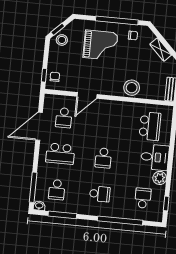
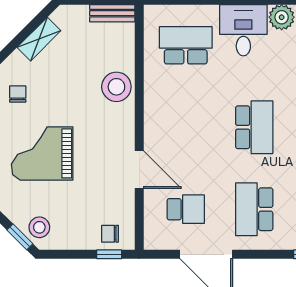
grand piano: (100, 45) -> (42, 153), turned -90
school desk: (60, 154) -> (254, 209), turned 180
school desk: (103, 158) -> (254, 127), width x1.85

